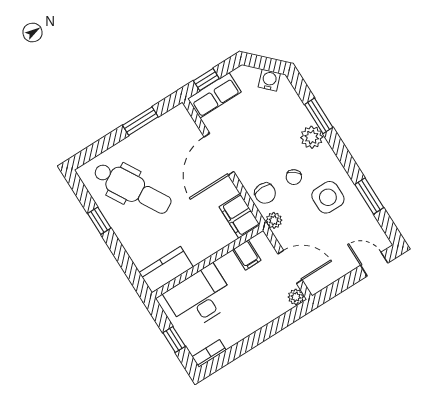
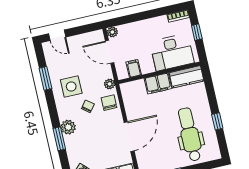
dental chair: (132, 188) -> (190, 134), turned 30
filing cabinet: (239, 216) -> (158, 84), moved, turned 90

